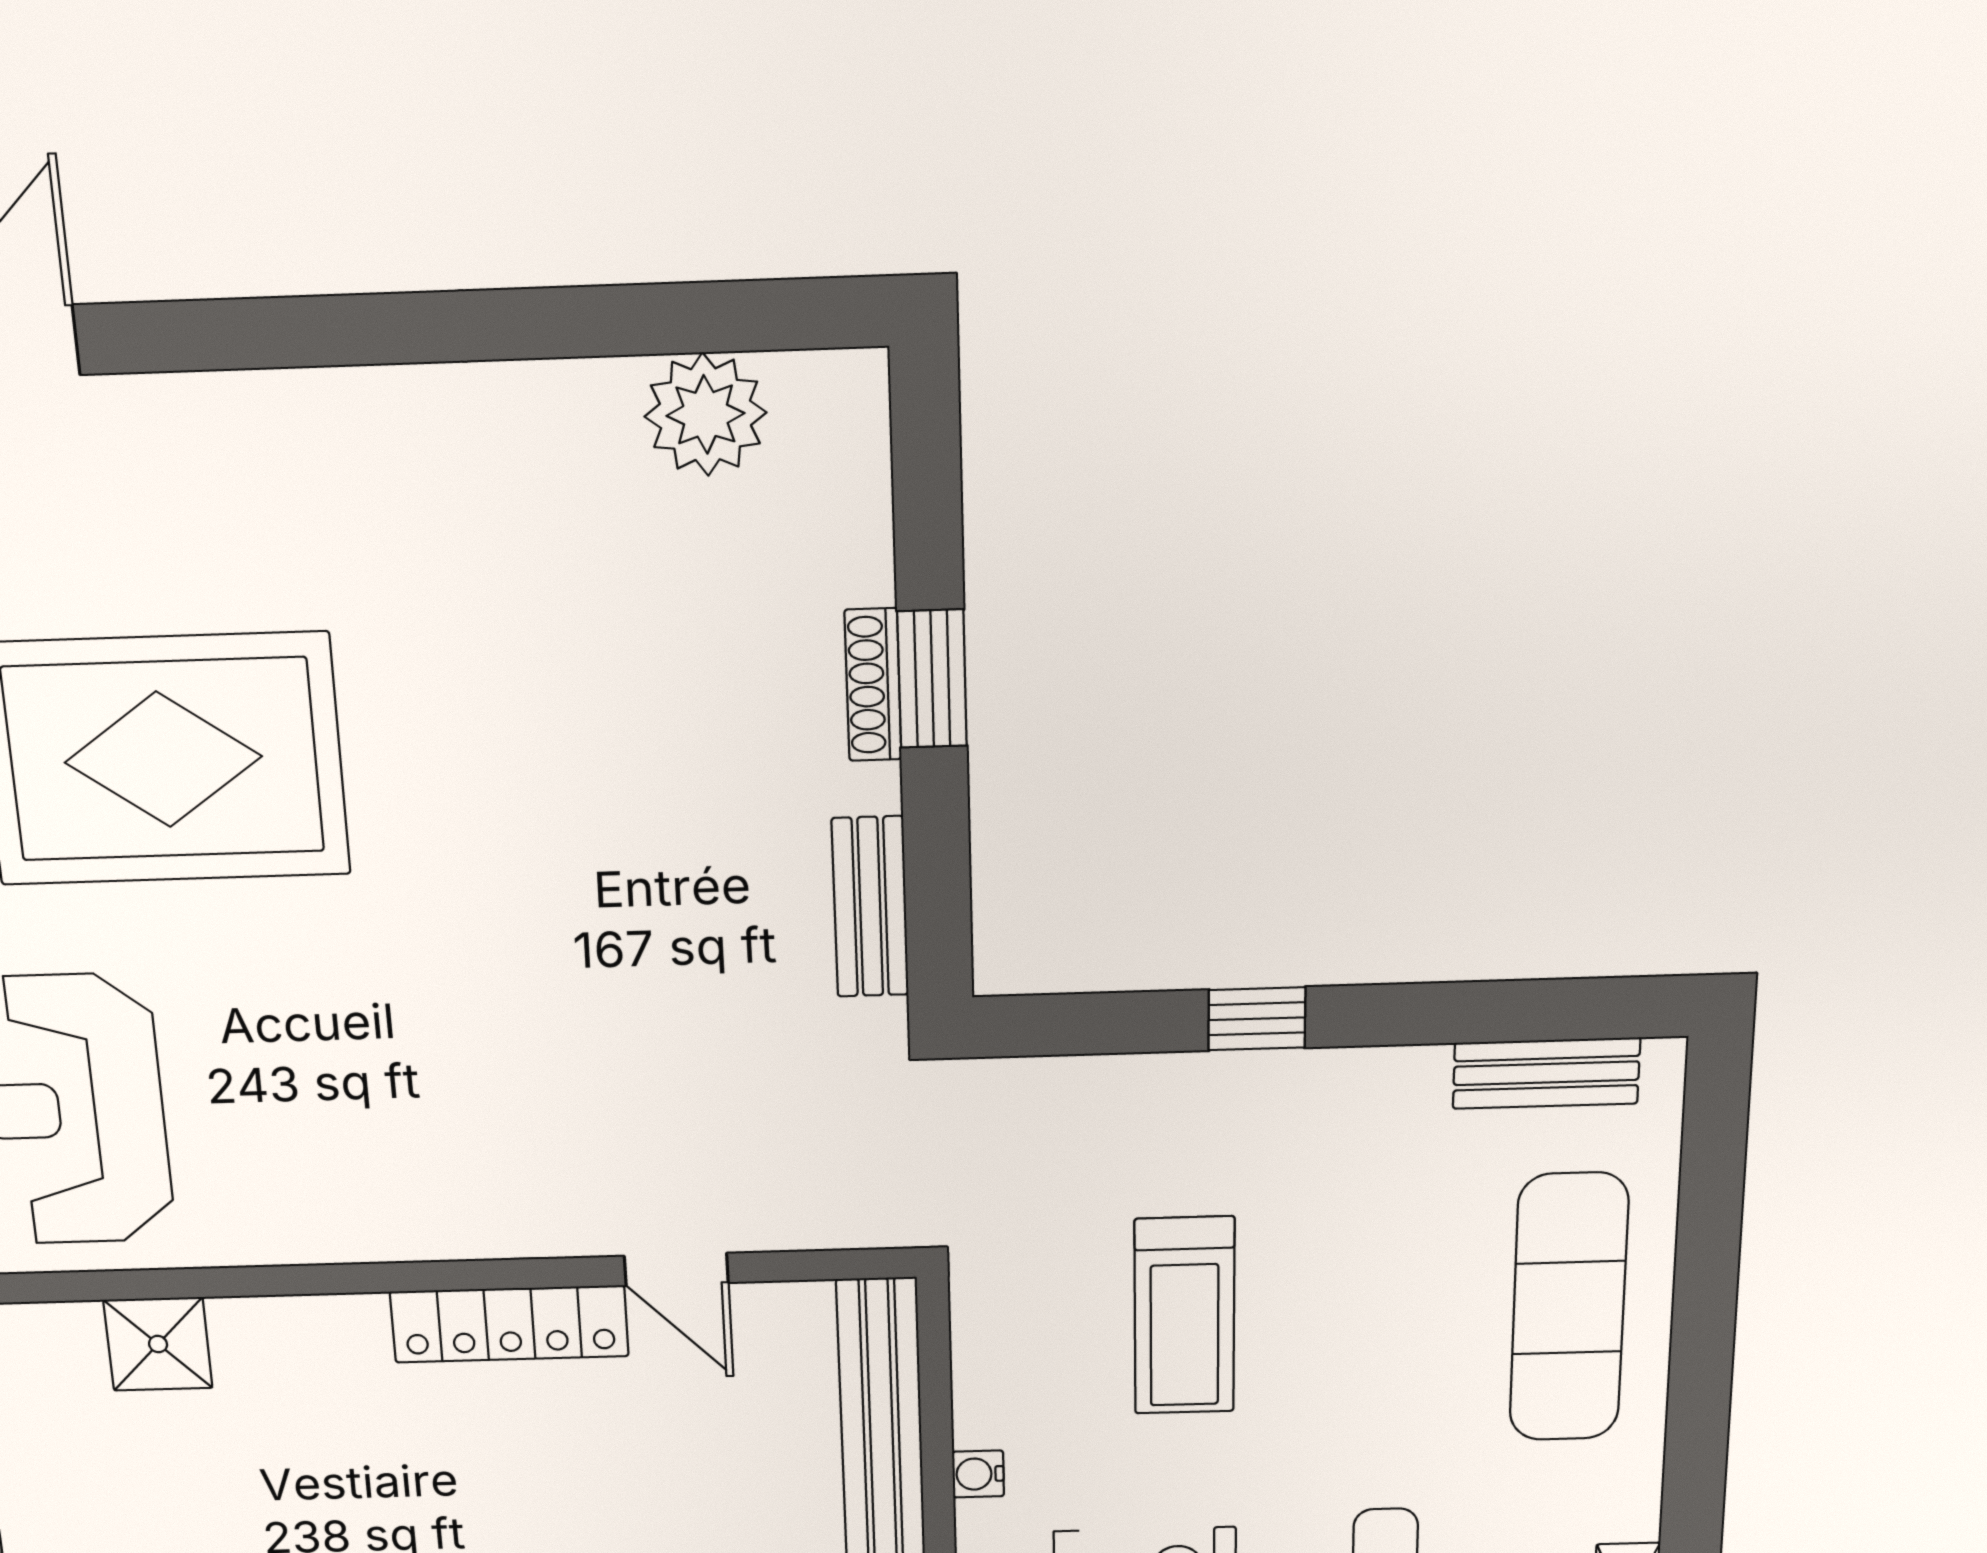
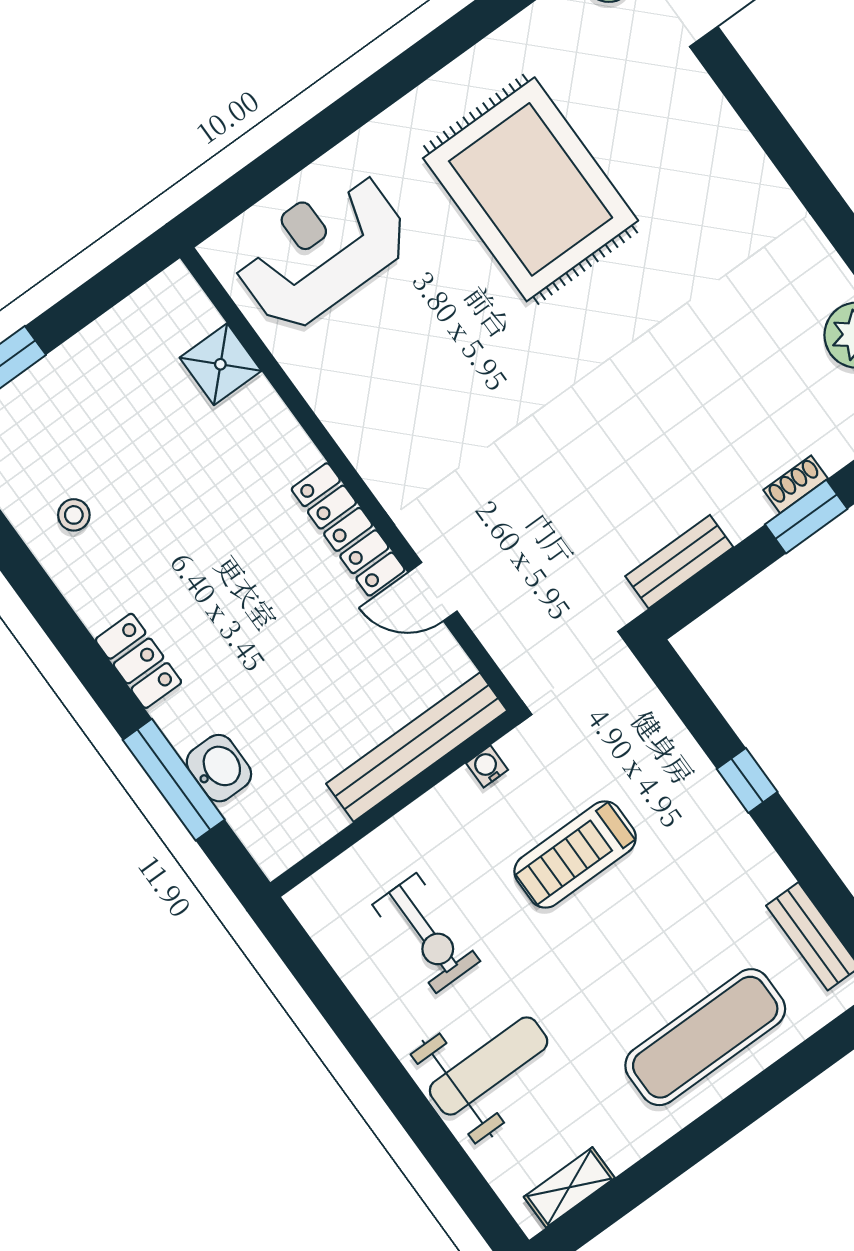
shoe rack: (873, 685) -> (796, 484), width x0.70
door: (676, 1269) -> (433, 592), hinge flipped
water cooler: (978, 1474) -> (487, 766), moved

